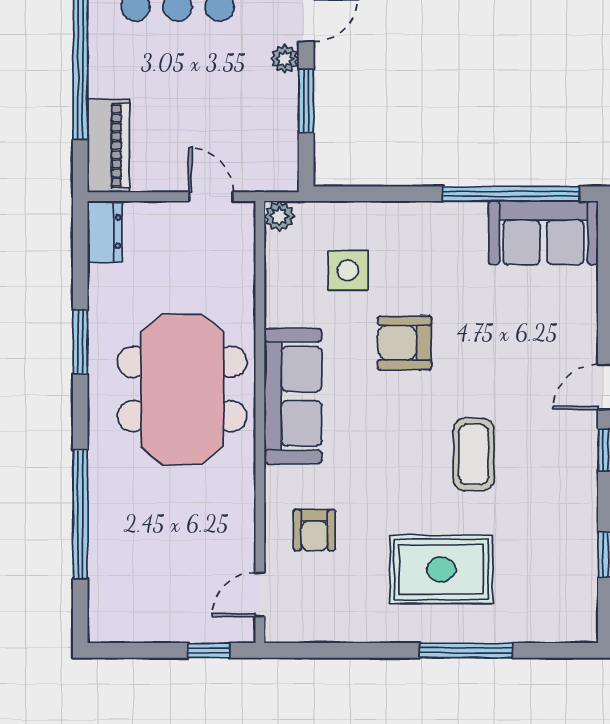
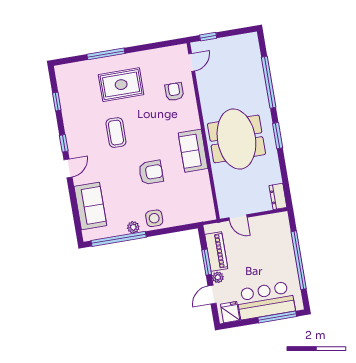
piano: (108, 146) -> (216, 252), moved, turned 180
plant: (279, 216) -> (133, 227), moved
sofa: (543, 233) -> (90, 206), moved, turned 90
side table: (348, 270) -> (154, 218), moved
window: (80, 342) -> (278, 136), moved
sofa: (293, 396) -> (193, 151), width x0.73

